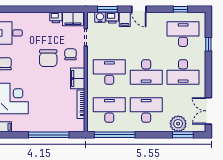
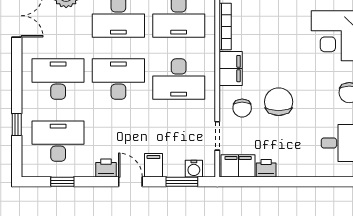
printer: (112, 18) -> (106, 168), moved
desk: (183, 34) -> (58, 141), turned 180

